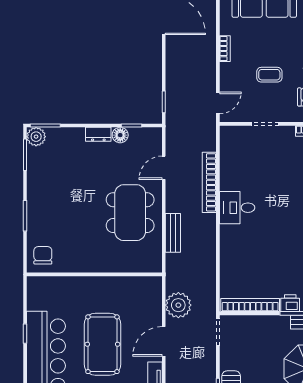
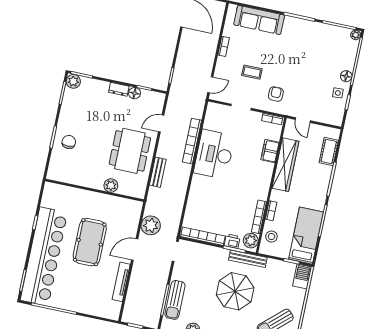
desk: (237, 208) -> (214, 154), width x1.87, depth x1.30
chair: (43, 255) -> (69, 142), moved
plant: (115, 264) -> (111, 186), added

